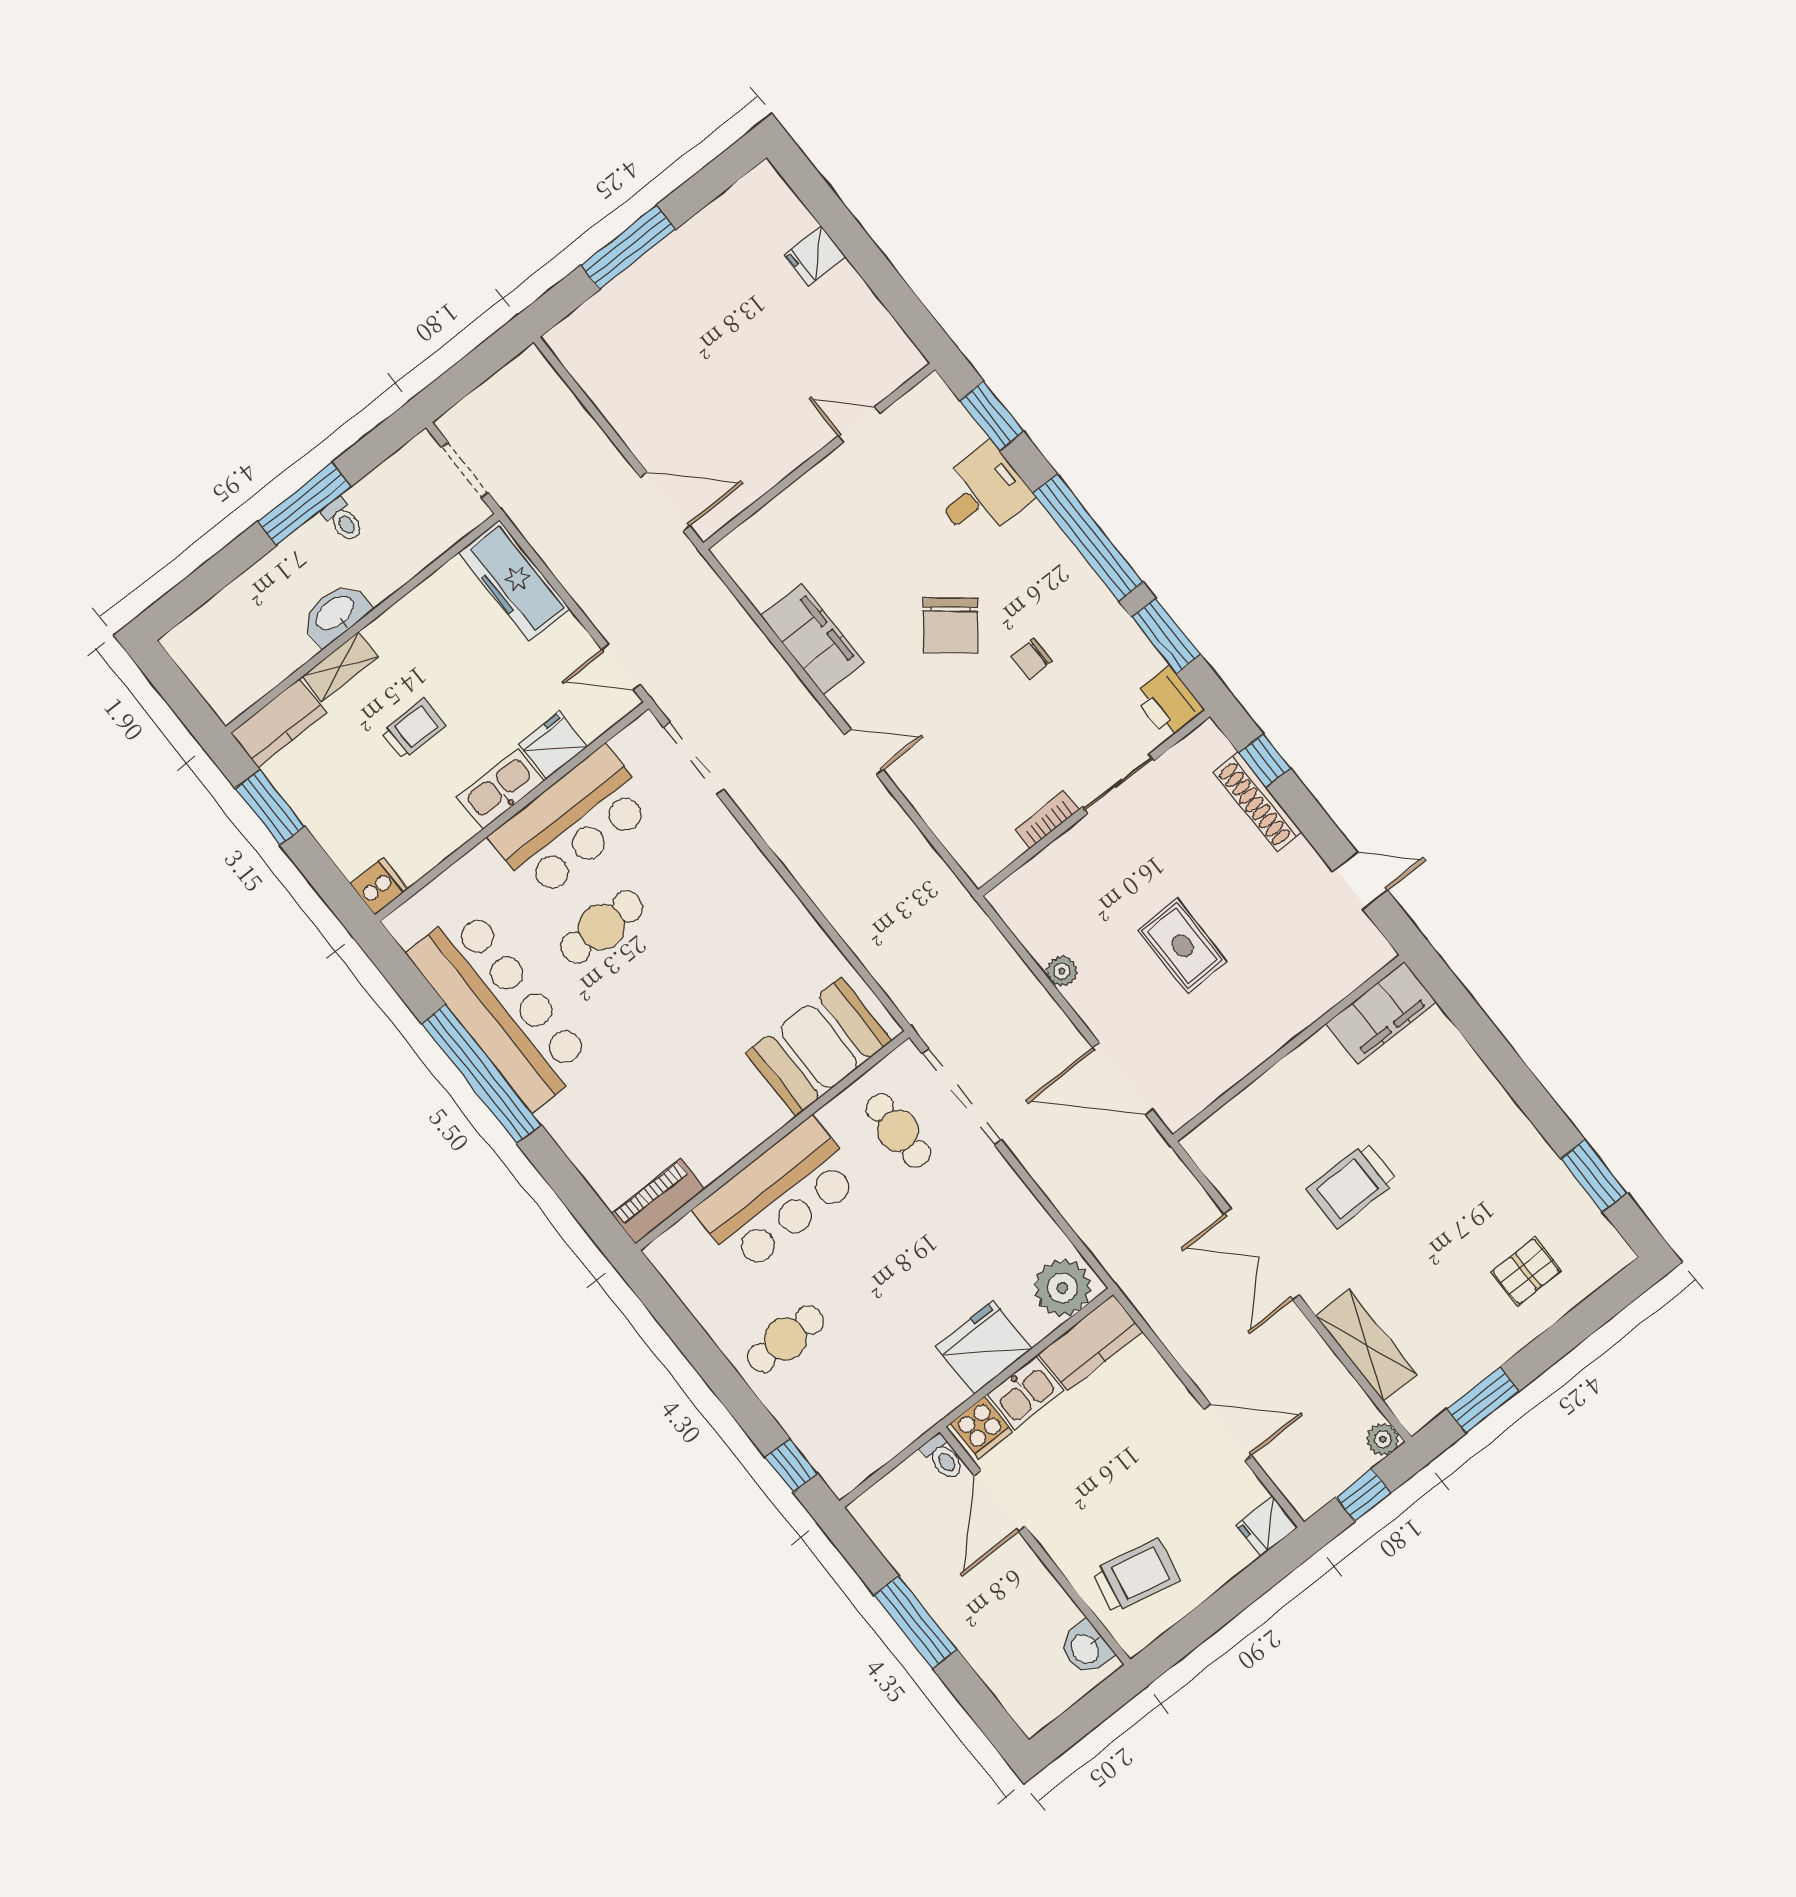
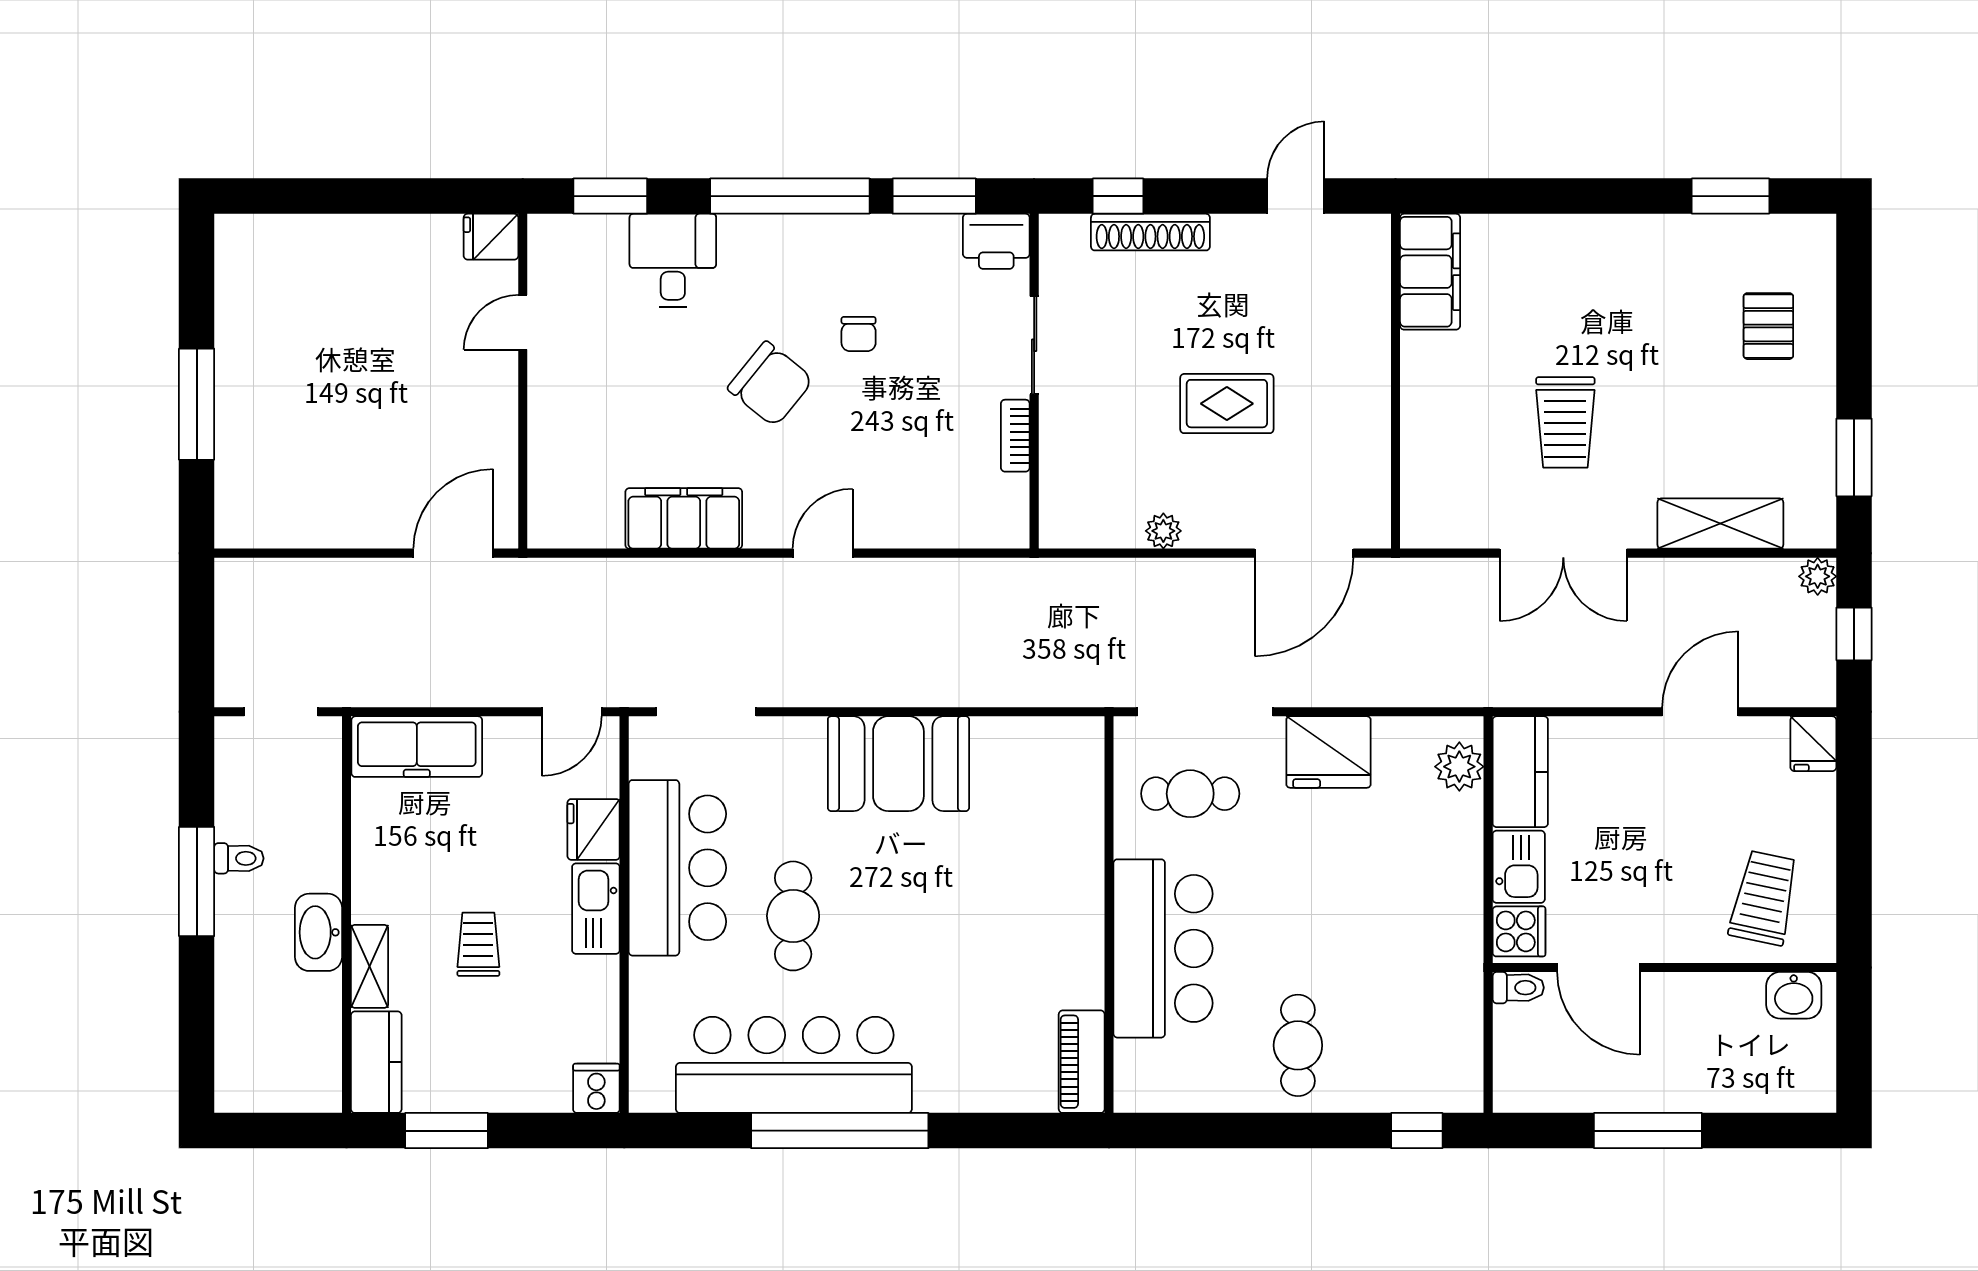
fridge: (815, 256) -> (491, 237), moved, turned 90
booth: (819, 1047) -> (898, 764), moved, turned 90
plant: (1062, 1288) -> (1459, 767), width x0.73, depth x0.73
fridge: (984, 1347) -> (1329, 752), moved, turned -90

